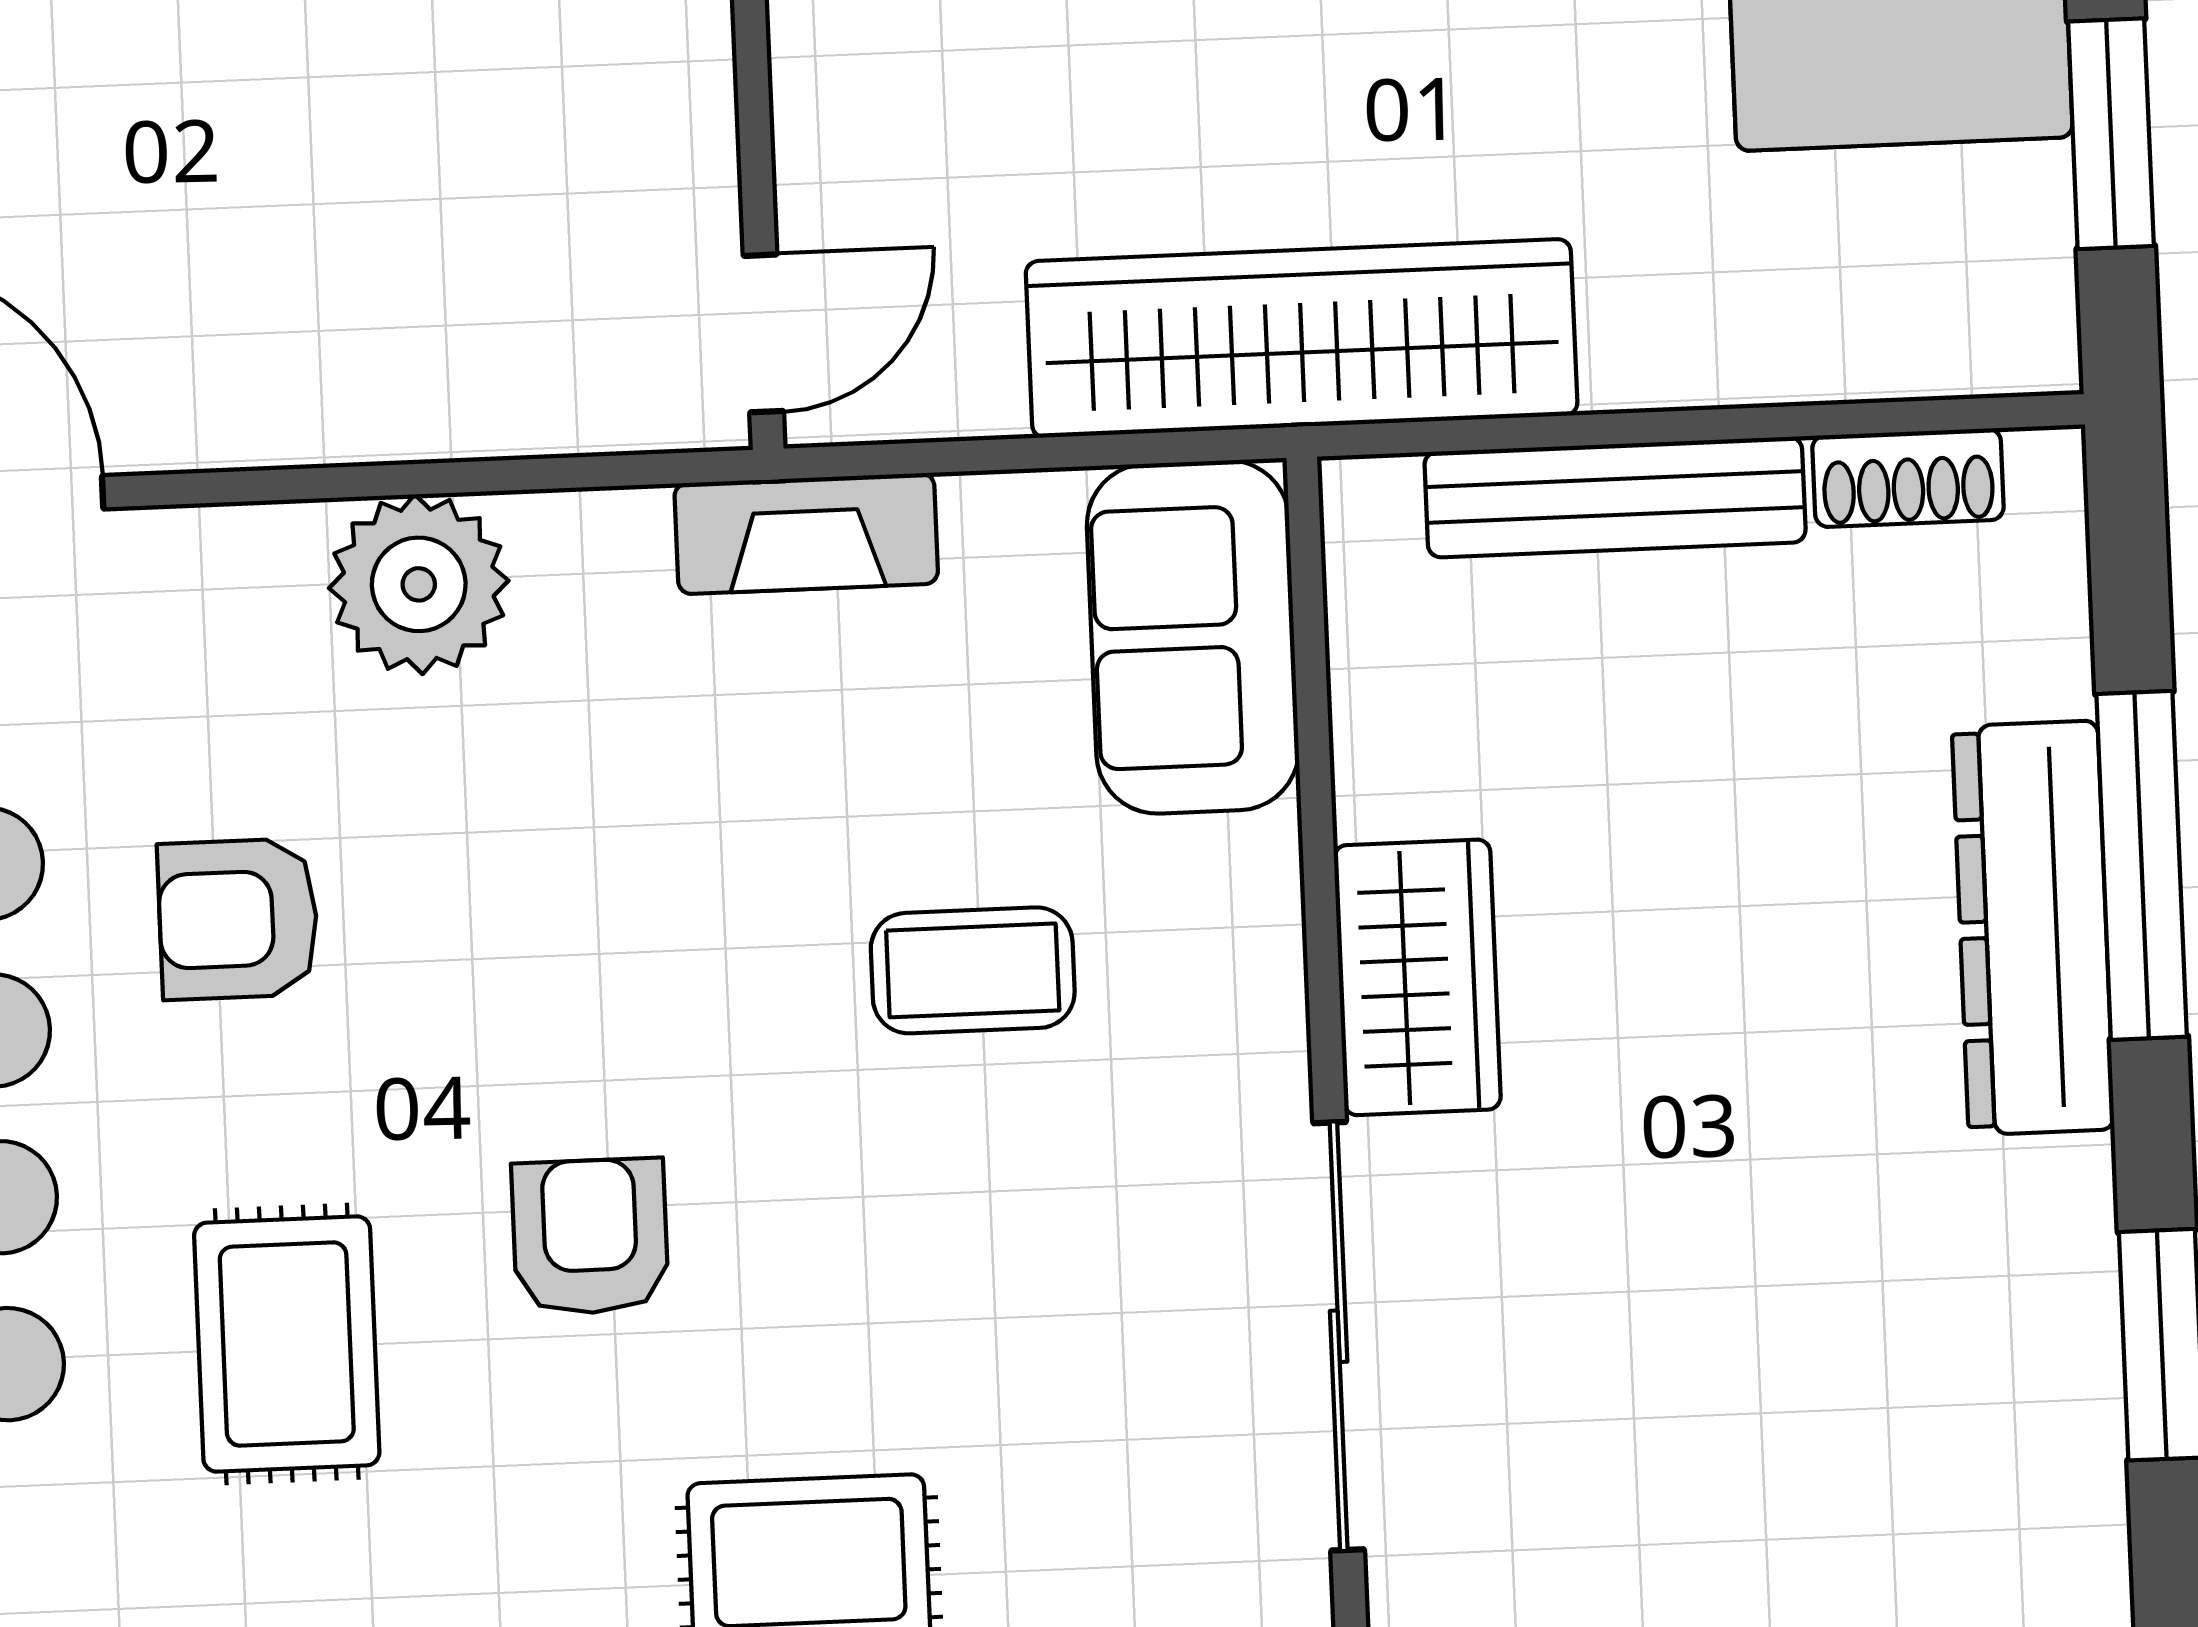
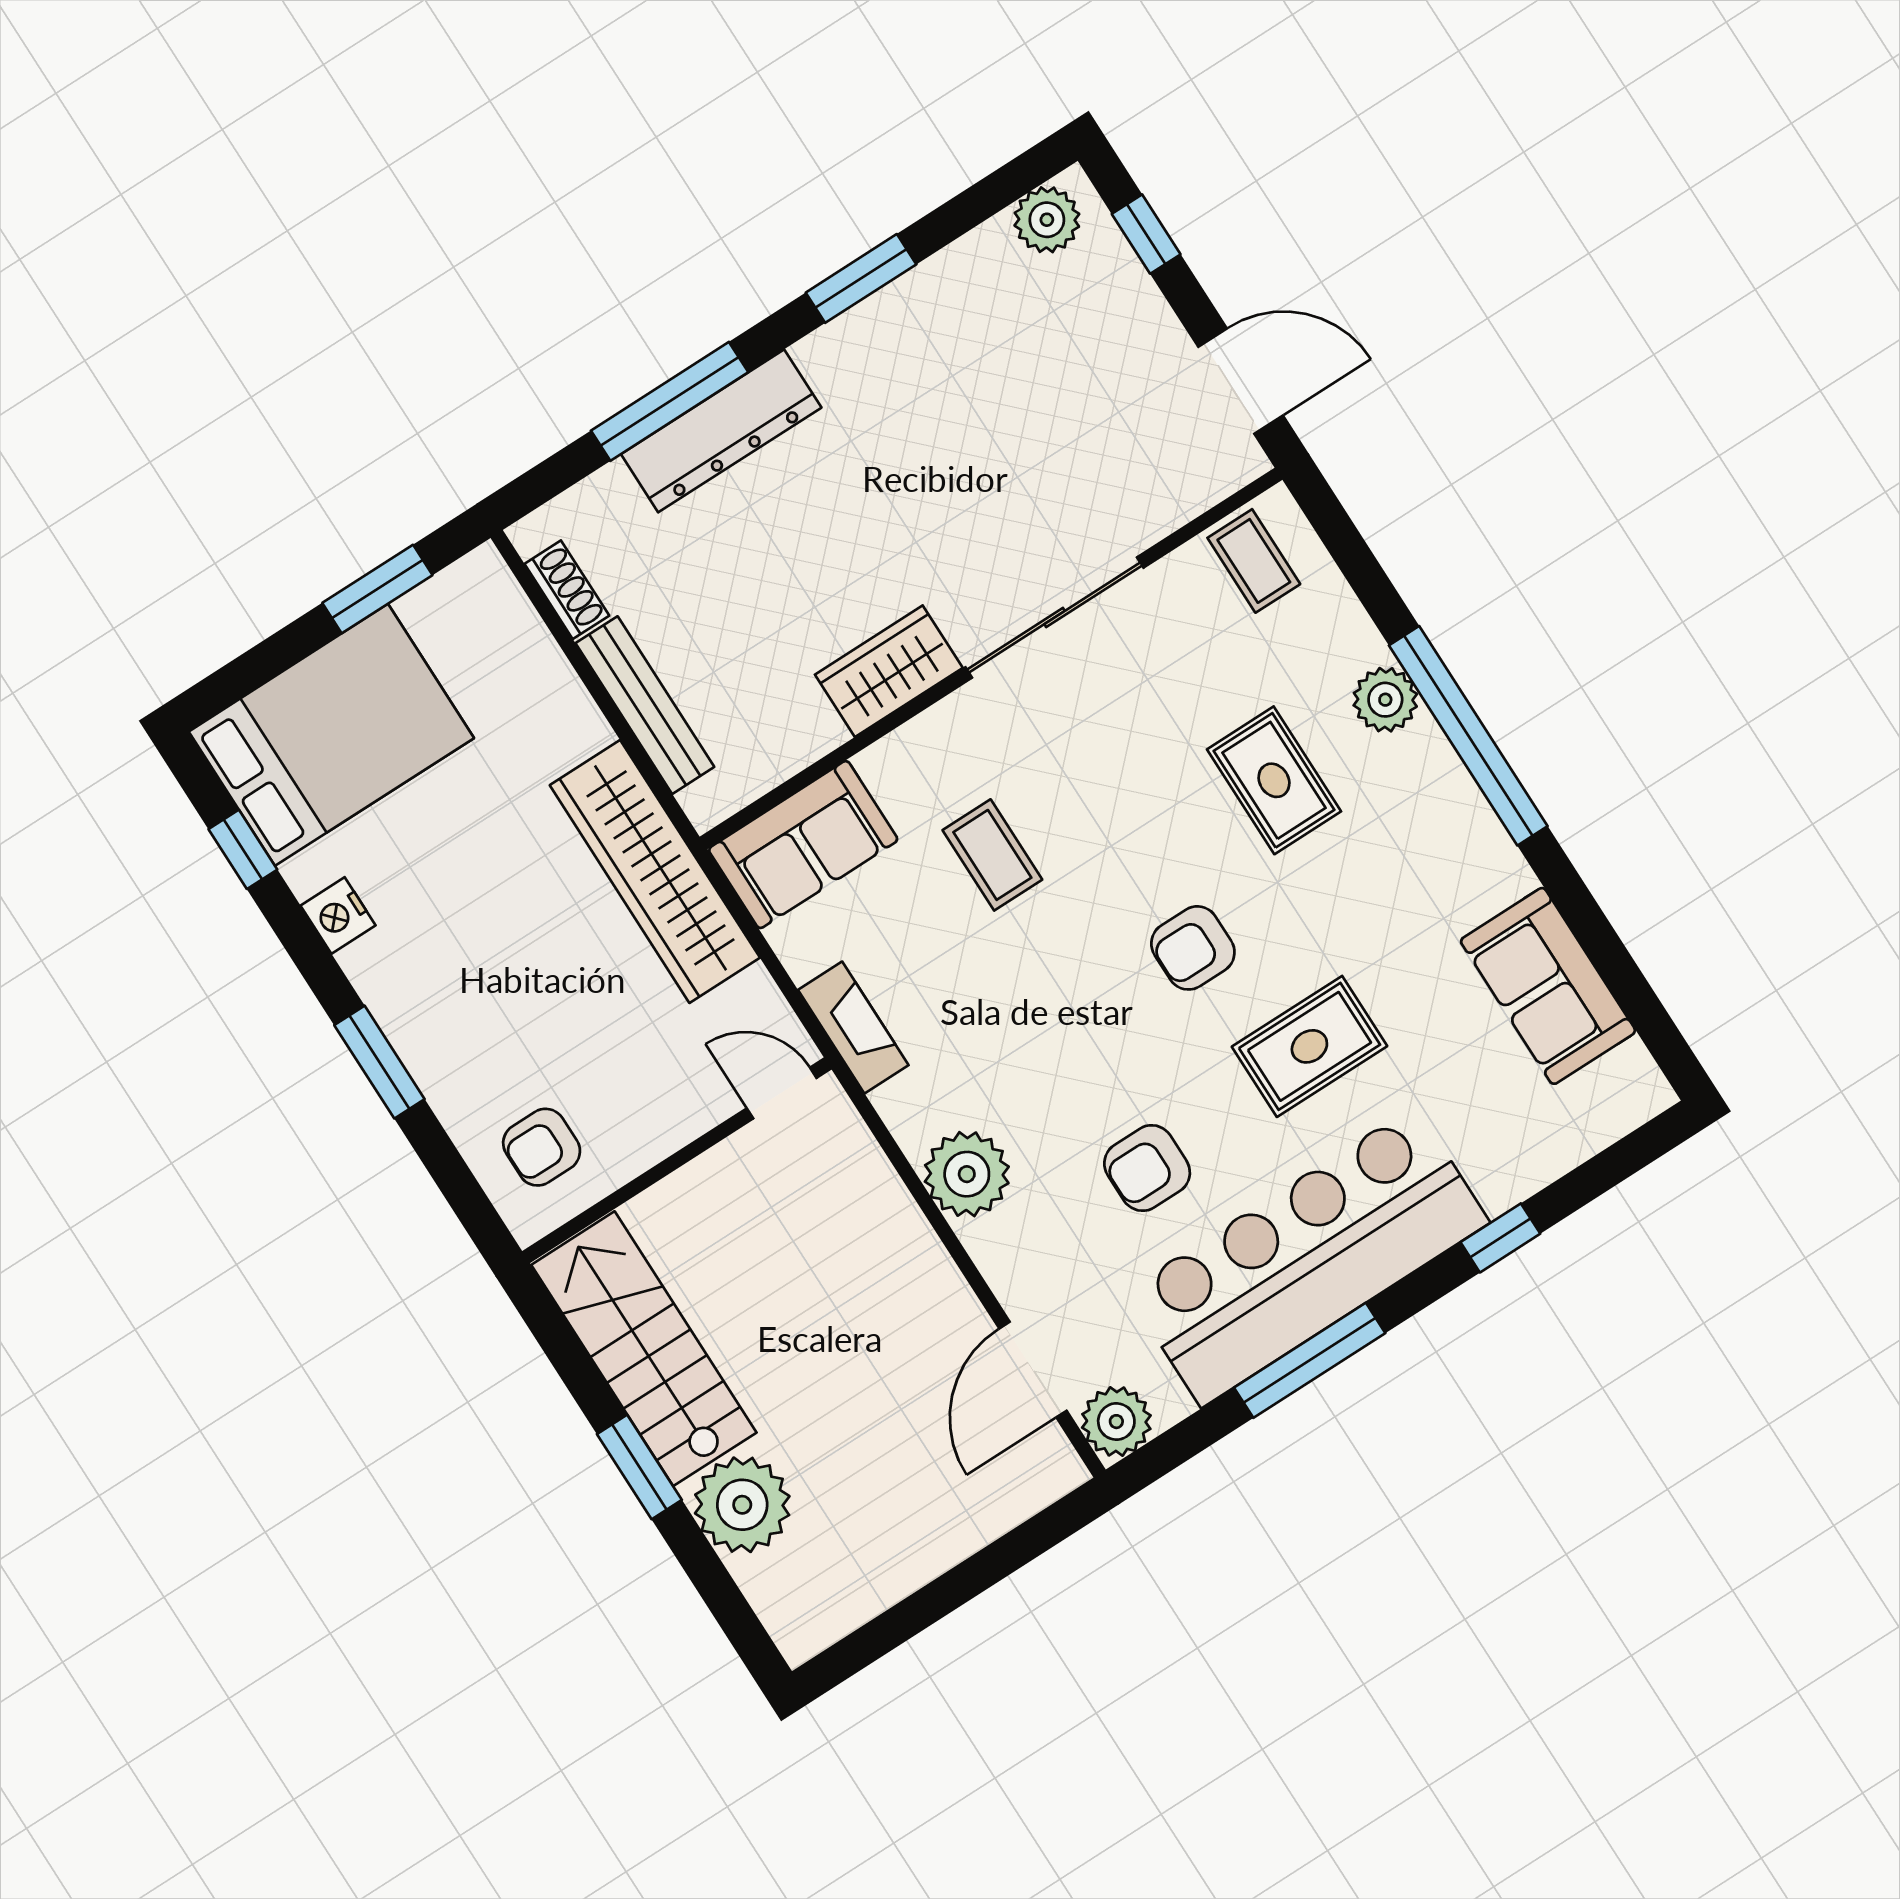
armchair: (238, 919) -> (1147, 1168), turned 90

